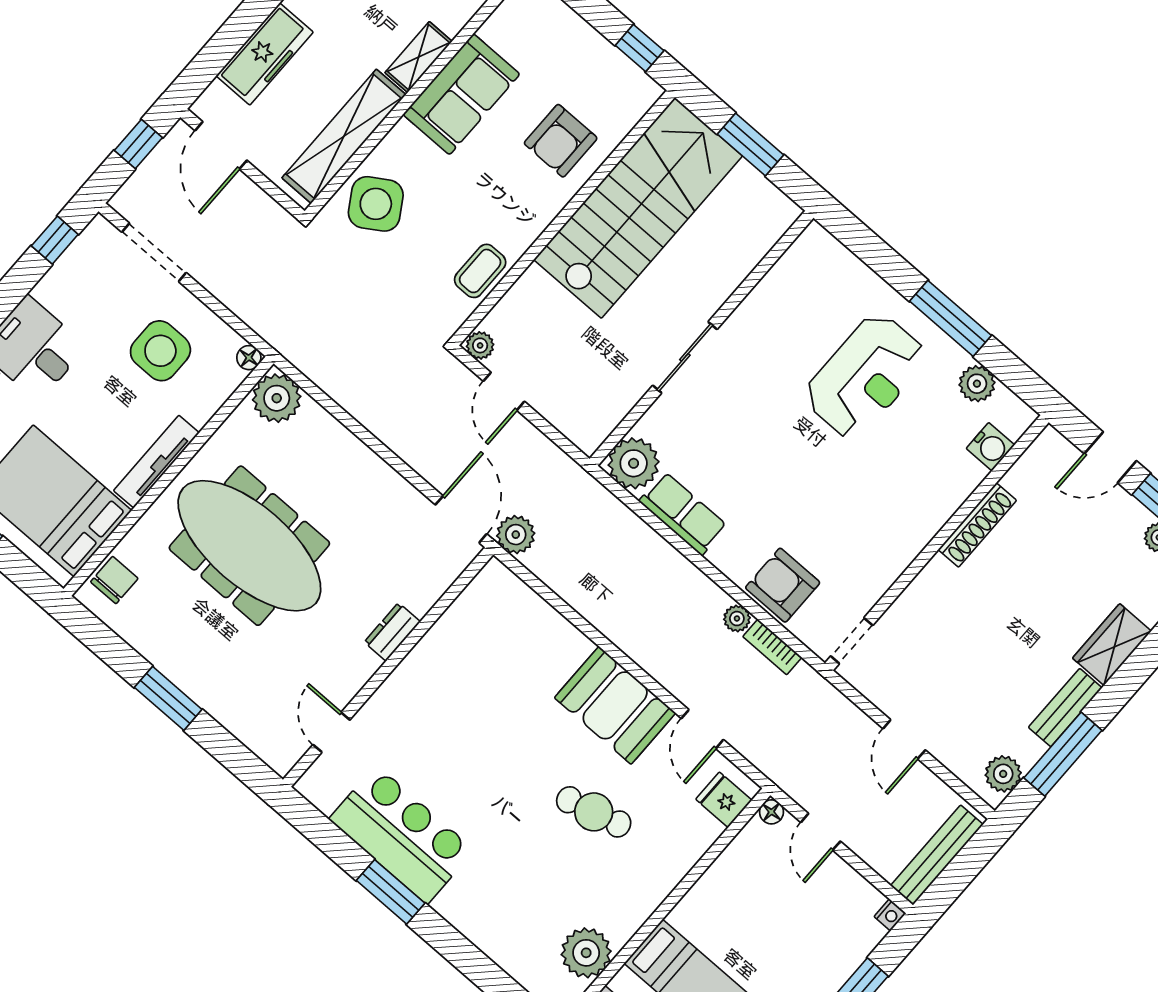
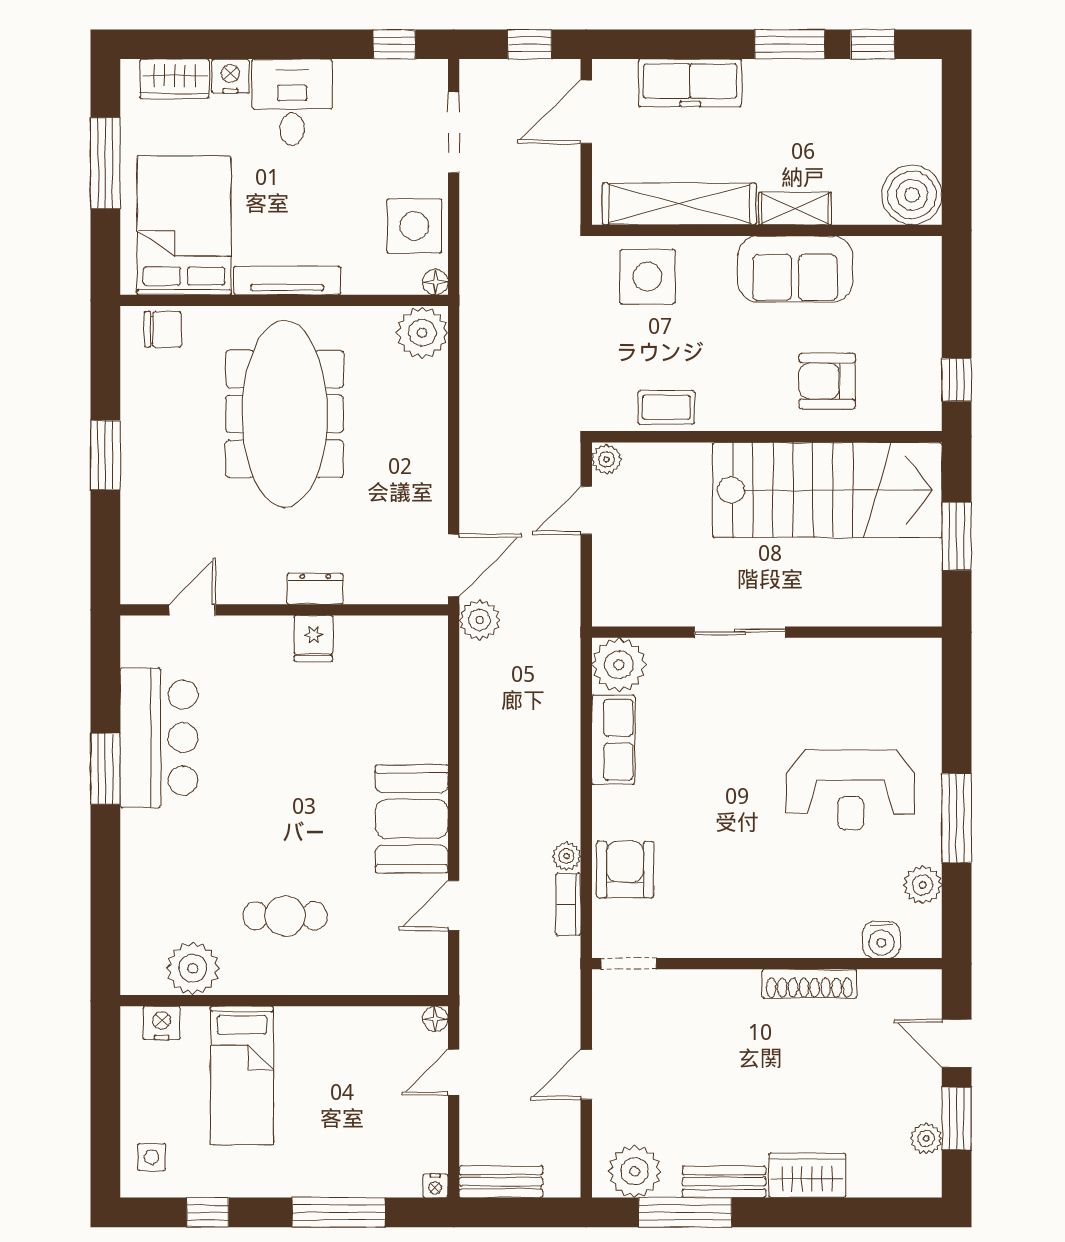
side table: (376, 204) -> (647, 277), turned 32
side table: (160, 351) -> (414, 226), moved
plant: (1003, 774) -> (635, 1171), width x1.36, depth x1.36
fridge: (724, 800) -> (313, 638), moved, turned 180
cafe table: (594, 812) -> (285, 916), moved, turned -75
bench: (937, 855) -> (501, 1182), width x0.73

